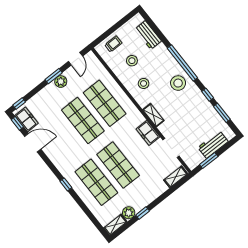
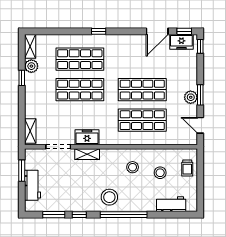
shelving: (153, 115) -> (87, 154), moved

